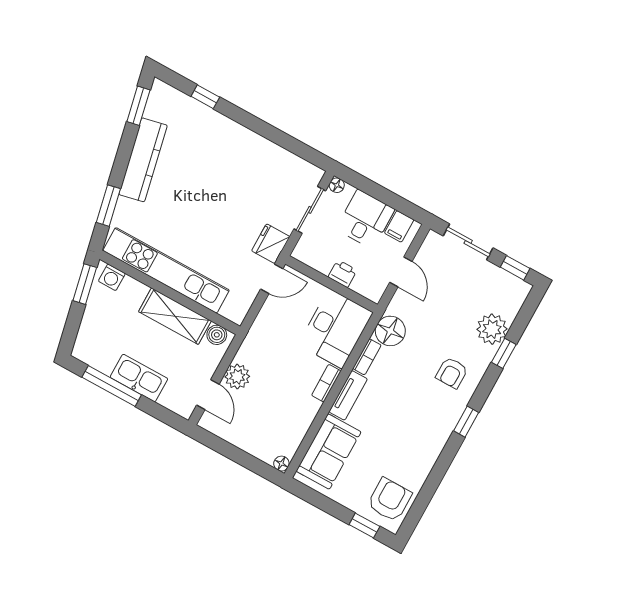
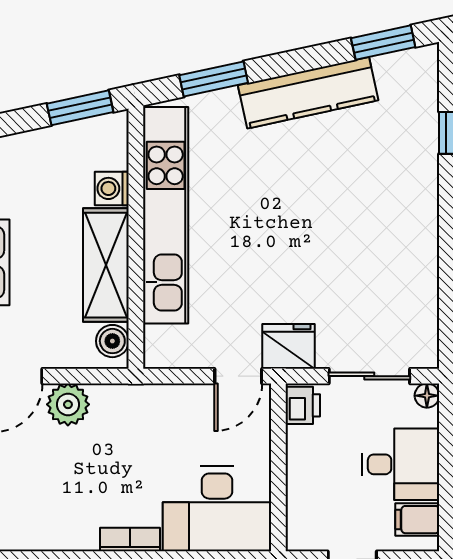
printer: (343, 274) -> (303, 405), moved
washing machine: (112, 277) -> (112, 188), moved
door: (272, 279) -> (238, 376), hinge flipped

